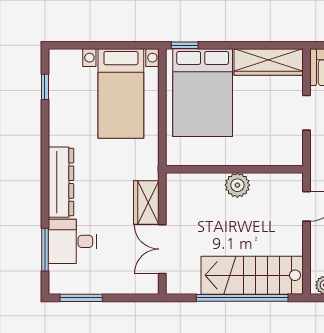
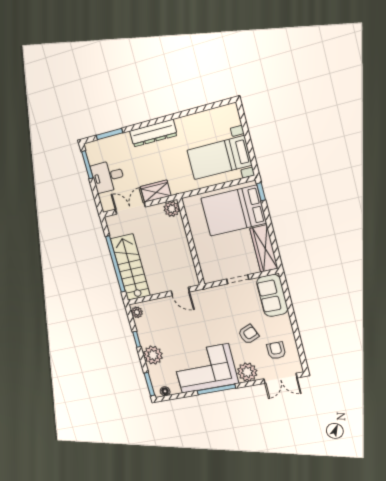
window: (45, 87) -> (211, 106), removed
plant: (237, 185) -> (172, 209), moved
desk: (72, 241) -> (108, 176), moved, turned -90

